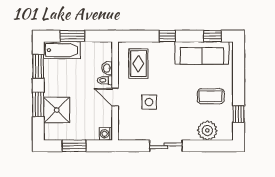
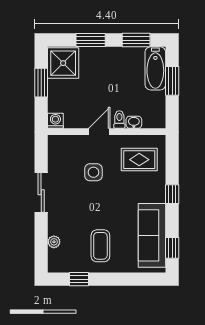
shower: (57, 110) -> (63, 63), moved
plant: (207, 130) -> (54, 242), width x0.53, depth x0.53

